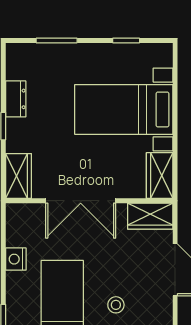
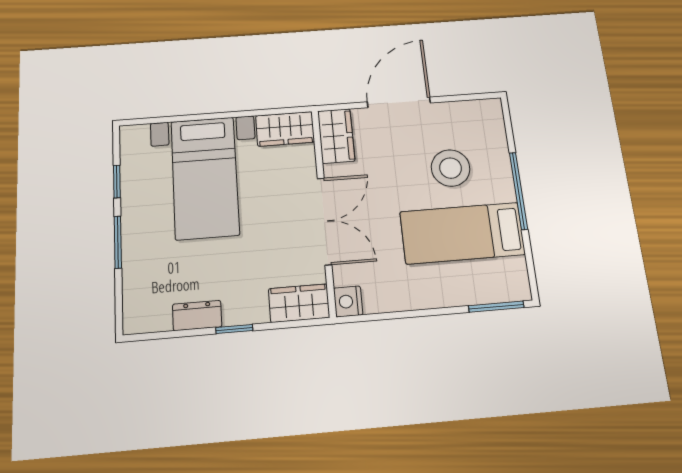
window: (57, 40) -> (118, 242), moved
nightstand: (16, 259) -> (348, 301), moved, turned 90
stool: (116, 305) -> (451, 168), width x1.89, depth x1.89

